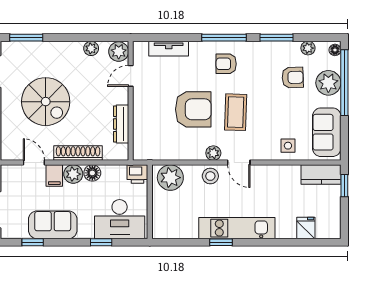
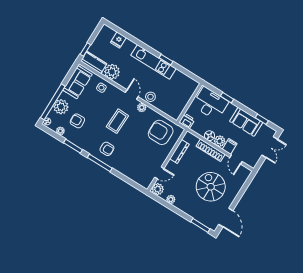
tv unit: (169, 49) -> (131, 175), removed
armchair: (193, 109) -> (161, 132), moved
plant: (170, 178) -> (112, 72), moved

